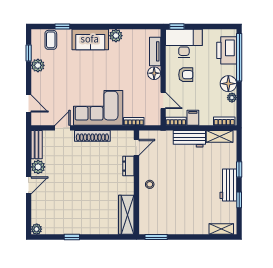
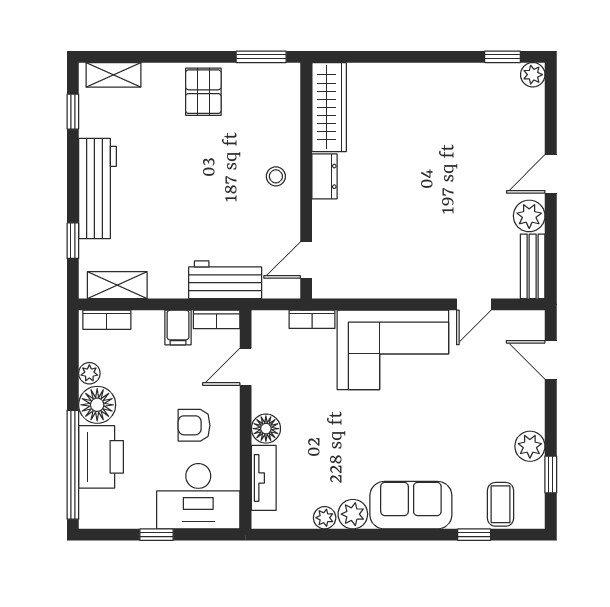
window: (177, 26) -> (157, 535), moved
plant: (128, 34) -> (325, 518), added
printer: (227, 50) -> (101, 457), moved
door: (163, 100) -> (246, 367), hinge flipped
shoe rack: (92, 136) -> (406, 286), removed
workbench: (189, 139) -> (225, 280), moved
dresser: (128, 166) -> (324, 176), moved
window: (239, 169) -> (73, 241), moved
workbench: (228, 185) -> (97, 188), width x1.38
window: (239, 200) -> (73, 112), moved
pallet: (182, 222) -> (203, 92), added
window: (72, 237) -> (503, 57), moved

